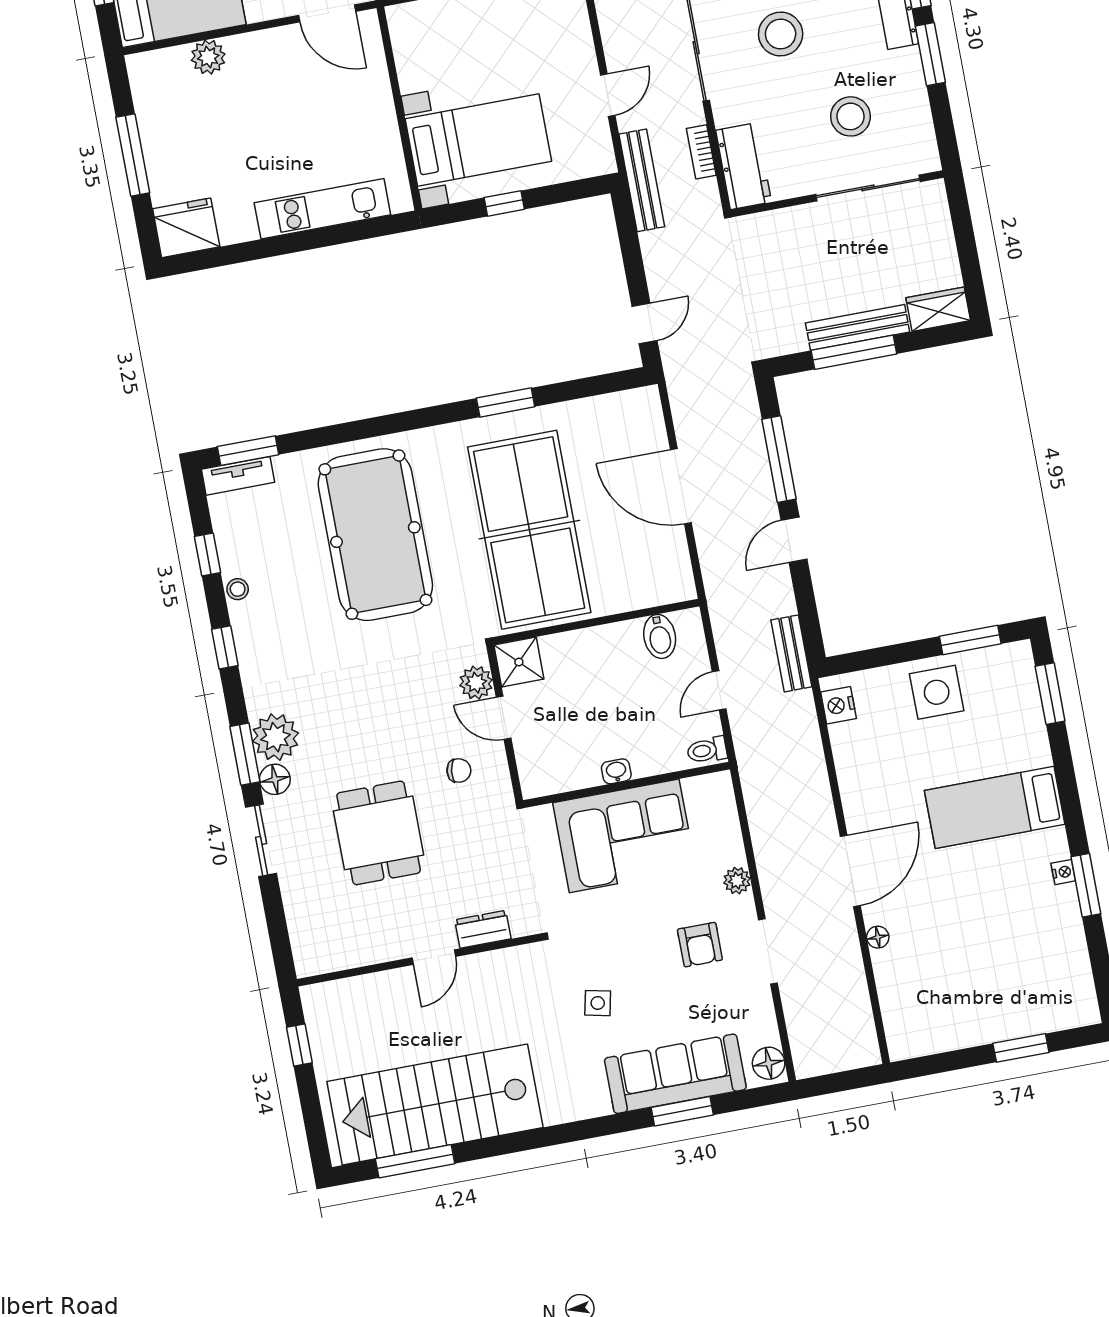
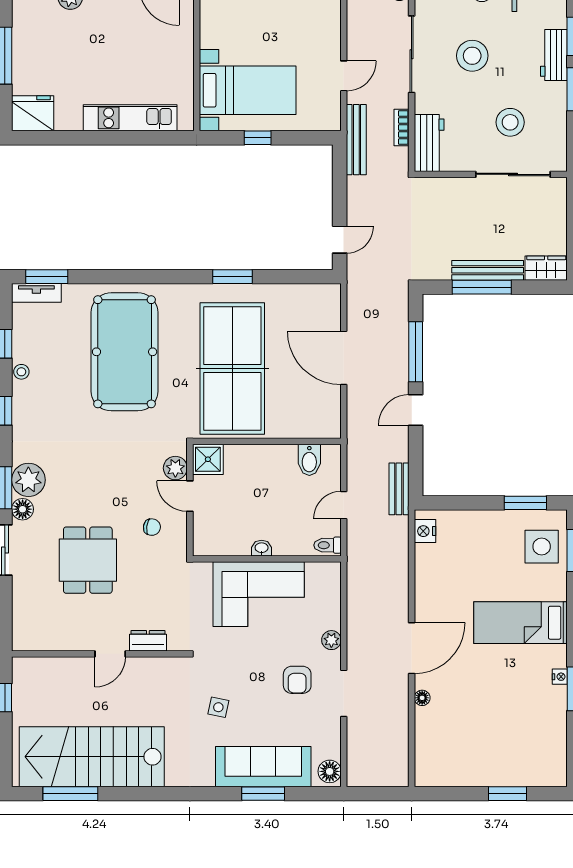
side table: (937, 692) -> (542, 547), moved

